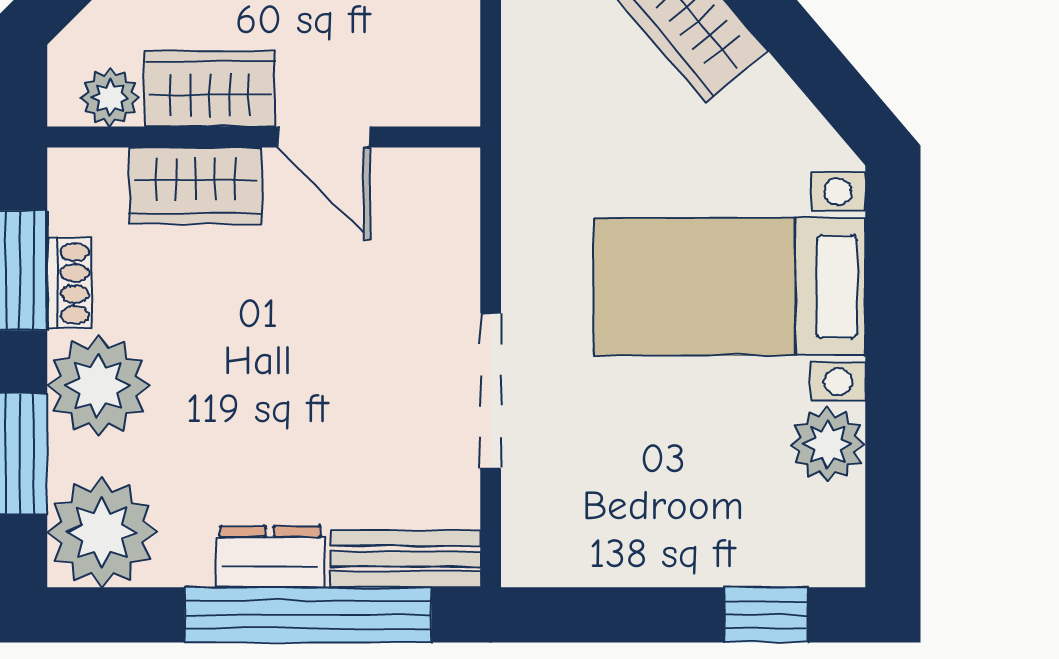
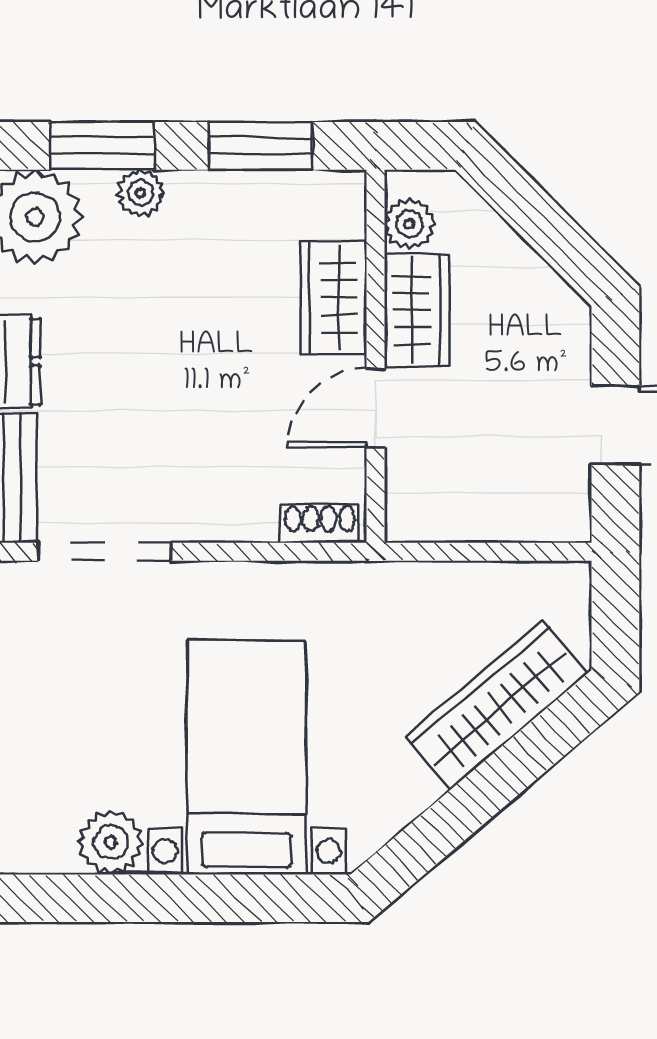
shoe rack: (69, 283) -> (320, 524), moved, turned 180
plant: (98, 386) -> (141, 193), width x0.53, depth x0.53
doorway: (491, 391) -> (105, 552), moved

